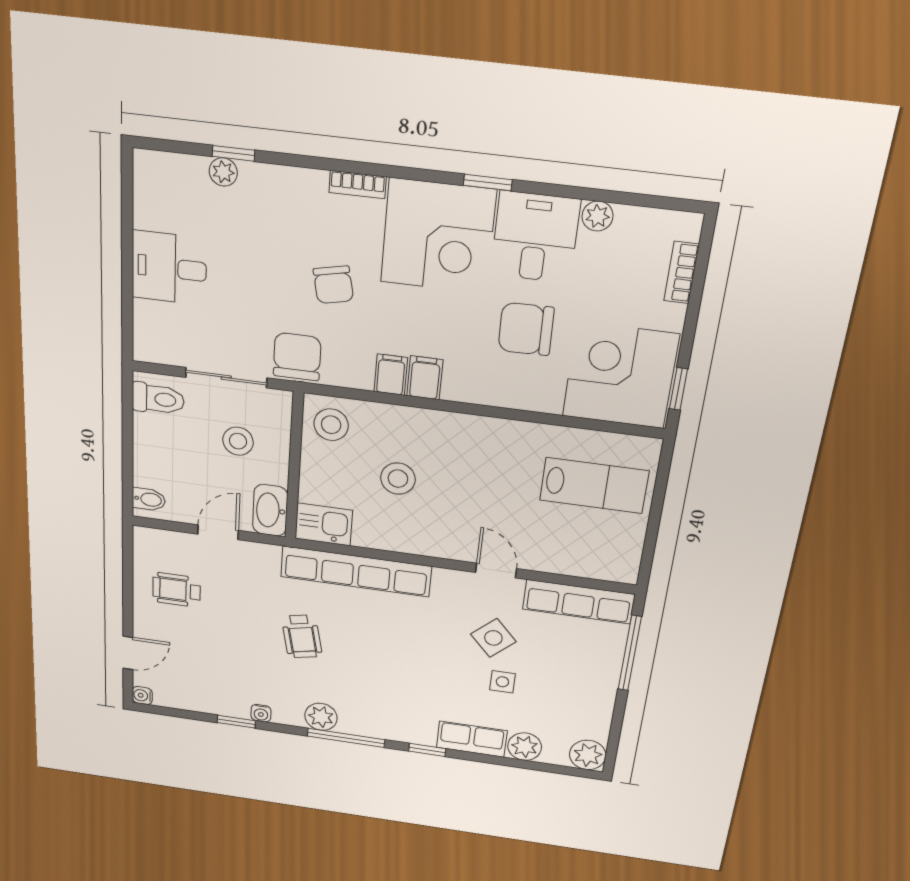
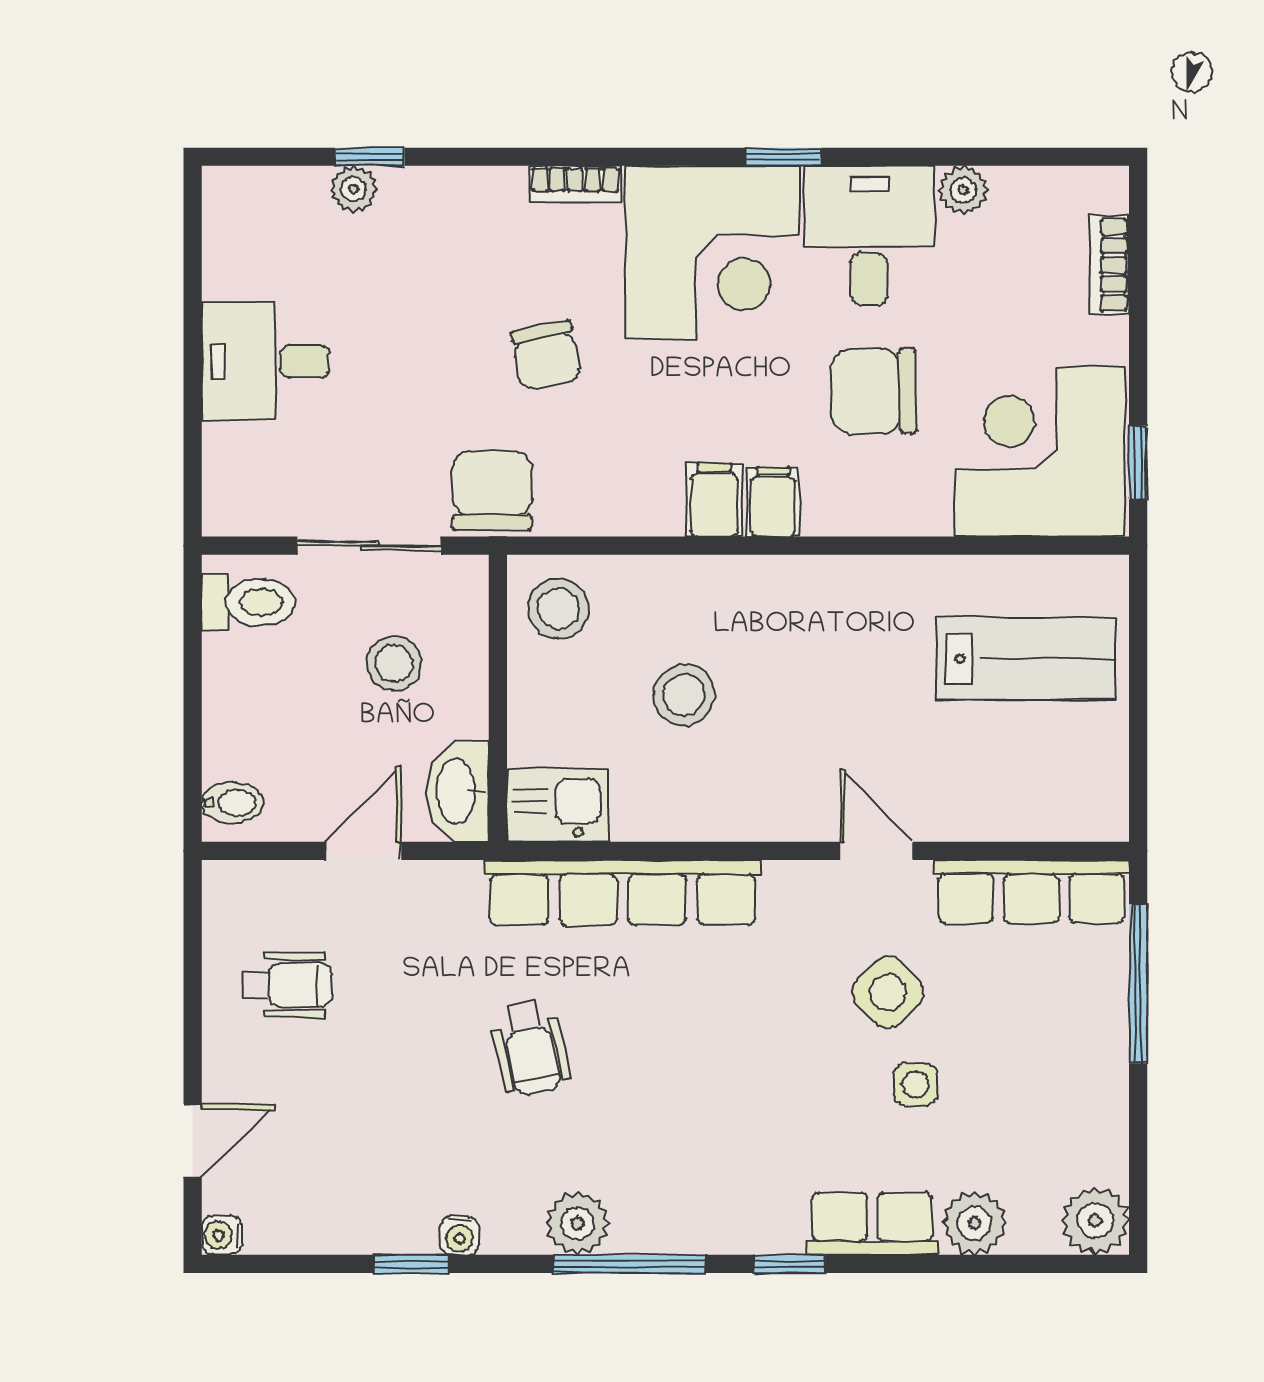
filing cabinet: (391, 375) -> (773, 502), moved
wheelchair: (177, 590) -> (287, 985), turned 180

